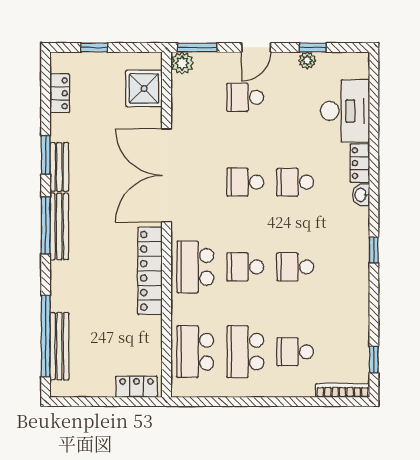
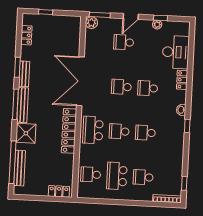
shower: (144, 88) -> (26, 133), moved
washbasin: (361, 195) -> (181, 110), moved
school desk: (195, 352) -> (91, 175), width x0.54

